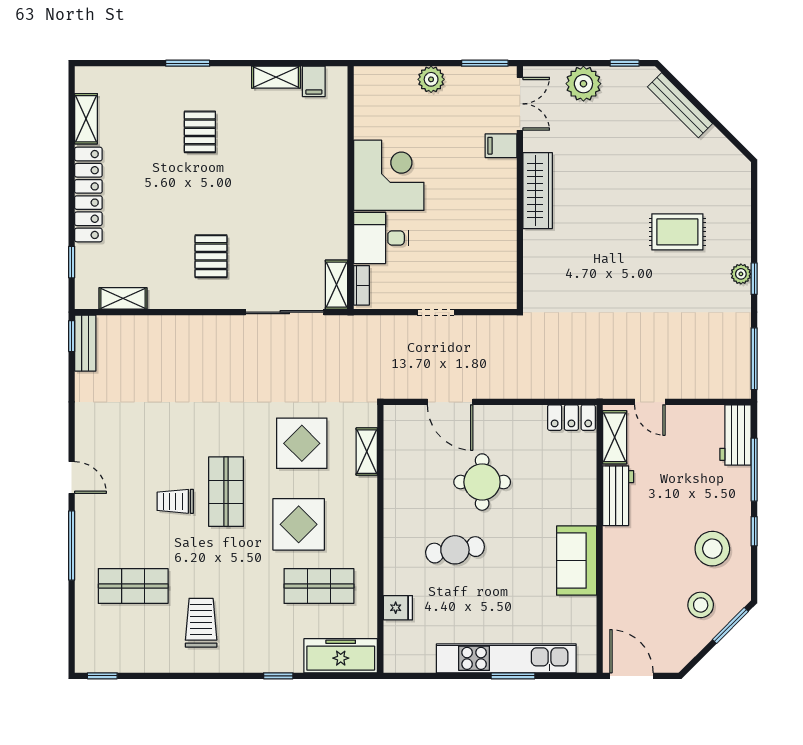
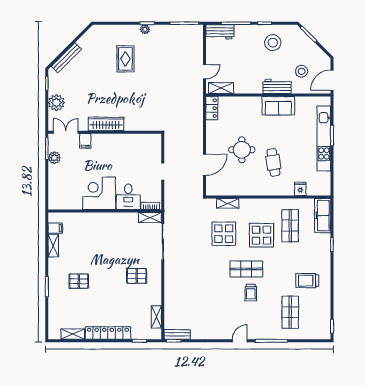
plant: (431, 79) -> (54, 158), moved
workbench: (618, 496) -> (277, 86), moved
stool: (701, 605) -> (302, 71), moved

